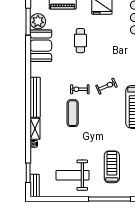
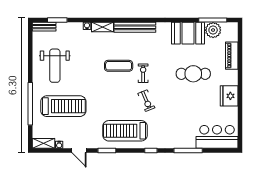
cafe table: (80, 41) -> (193, 74), width x1.37, depth x1.35
treadmill: (112, 167) -> (63, 106), width x1.37, depth x1.38
weight bench: (73, 175) -> (55, 66), turned 180

